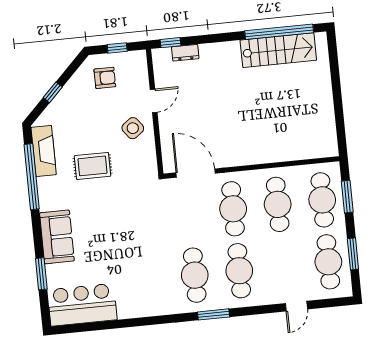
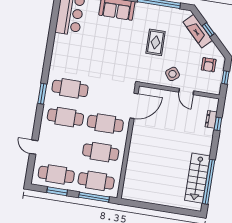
window: (170, 43) -> (218, 124), moved
fireplace: (44, 151) -> (198, 31), moved, turned 45
window: (347, 197) -> (94, 197), width x1.44

